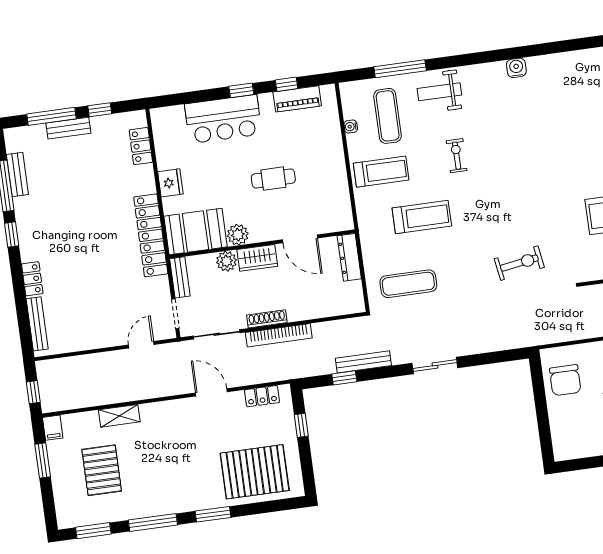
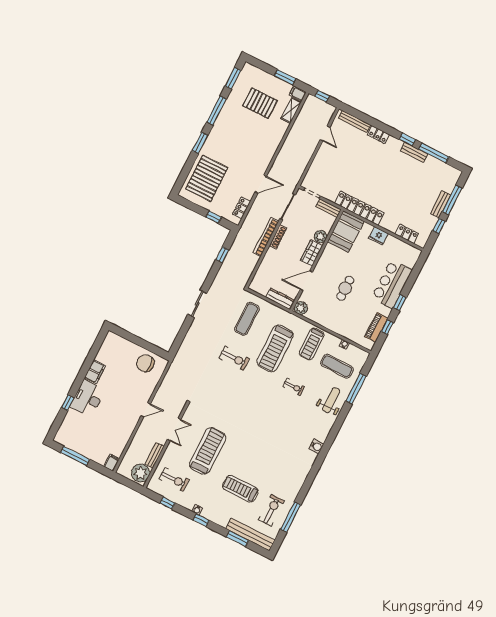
bench: (17, 174) -> (414, 152), moved
treadmill: (422, 217) -> (275, 348), width x1.37, depth x1.38
plant: (238, 235) -> (301, 308), moved
exercise bike: (519, 263) -> (234, 358), moved, turned -81
door: (141, 345) -> (325, 133), moved
bench: (363, 362) -> (224, 270), removed
shelving: (119, 416) -> (291, 110), moved

